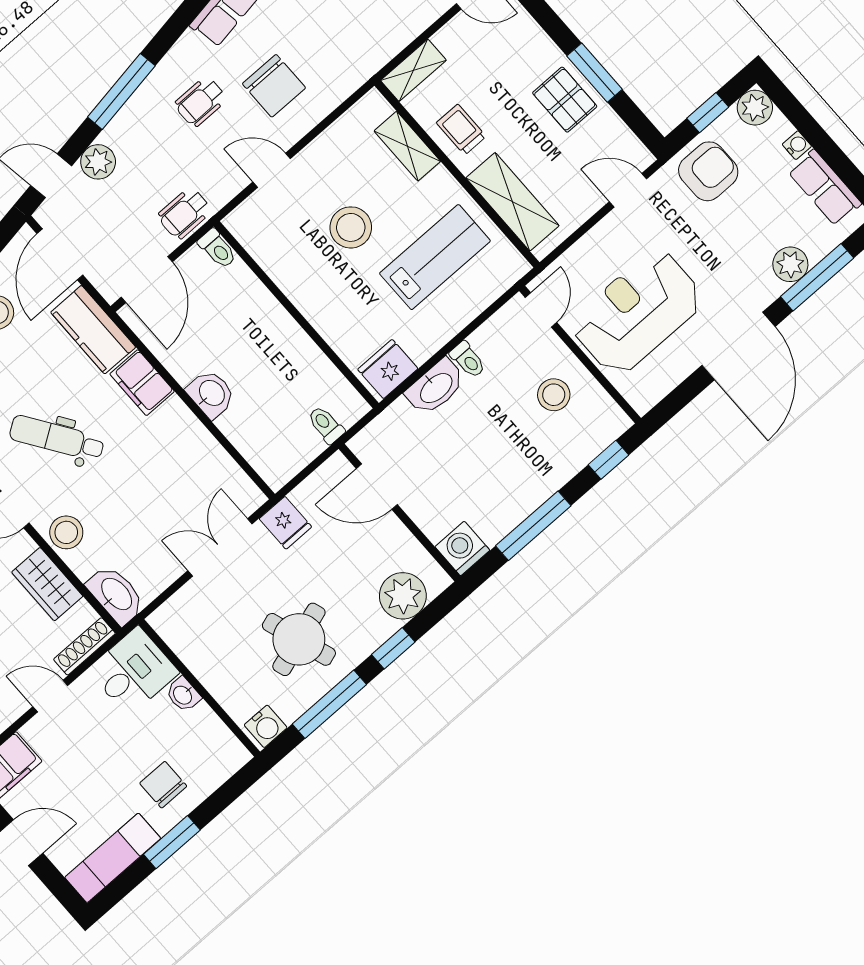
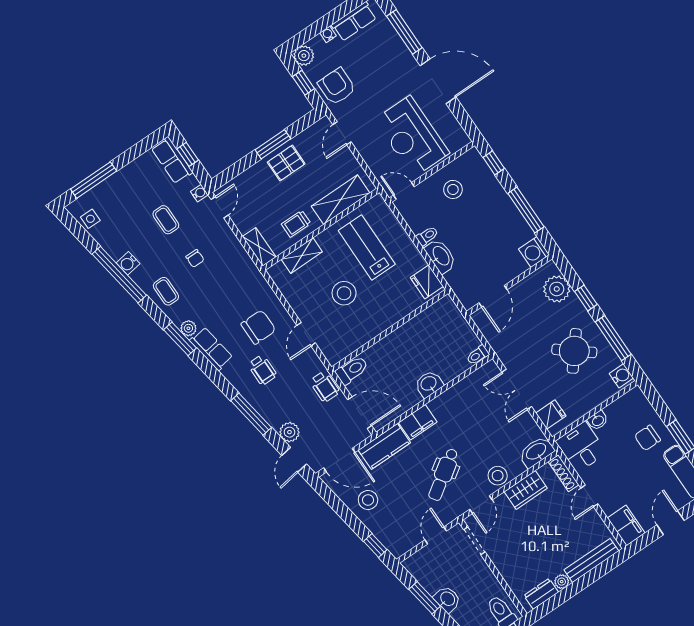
toilet: (217, 249) -> (352, 370), width x1.37, depth x1.39
plant: (790, 264) -> (395, 46), removed
toilet: (326, 425) -> (478, 355), moved
fridge: (285, 523) -> (551, 415), moved
round table: (299, 639) -> (574, 351), turned -33

